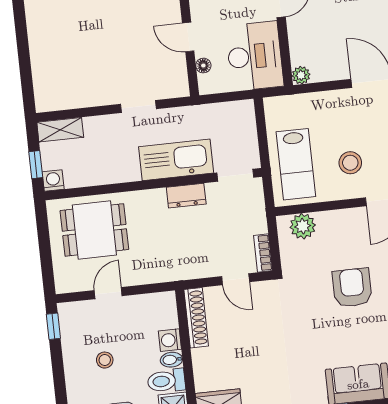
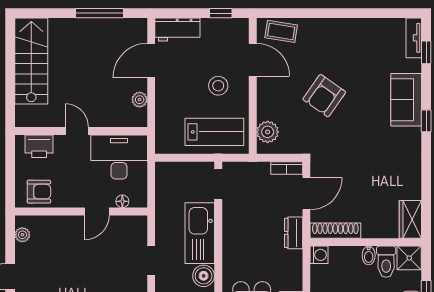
plant: (301, 75) -> (140, 100), moved
boiler: (127, 170) -> (204, 276), added
dresser: (186, 196) -> (294, 233), moved, turned 180
door: (236, 279) -> (306, 194), width x1.37
armchair: (352, 288) -> (324, 96), turned -55
washing machine: (170, 340) -> (319, 255), moved, turned -90

